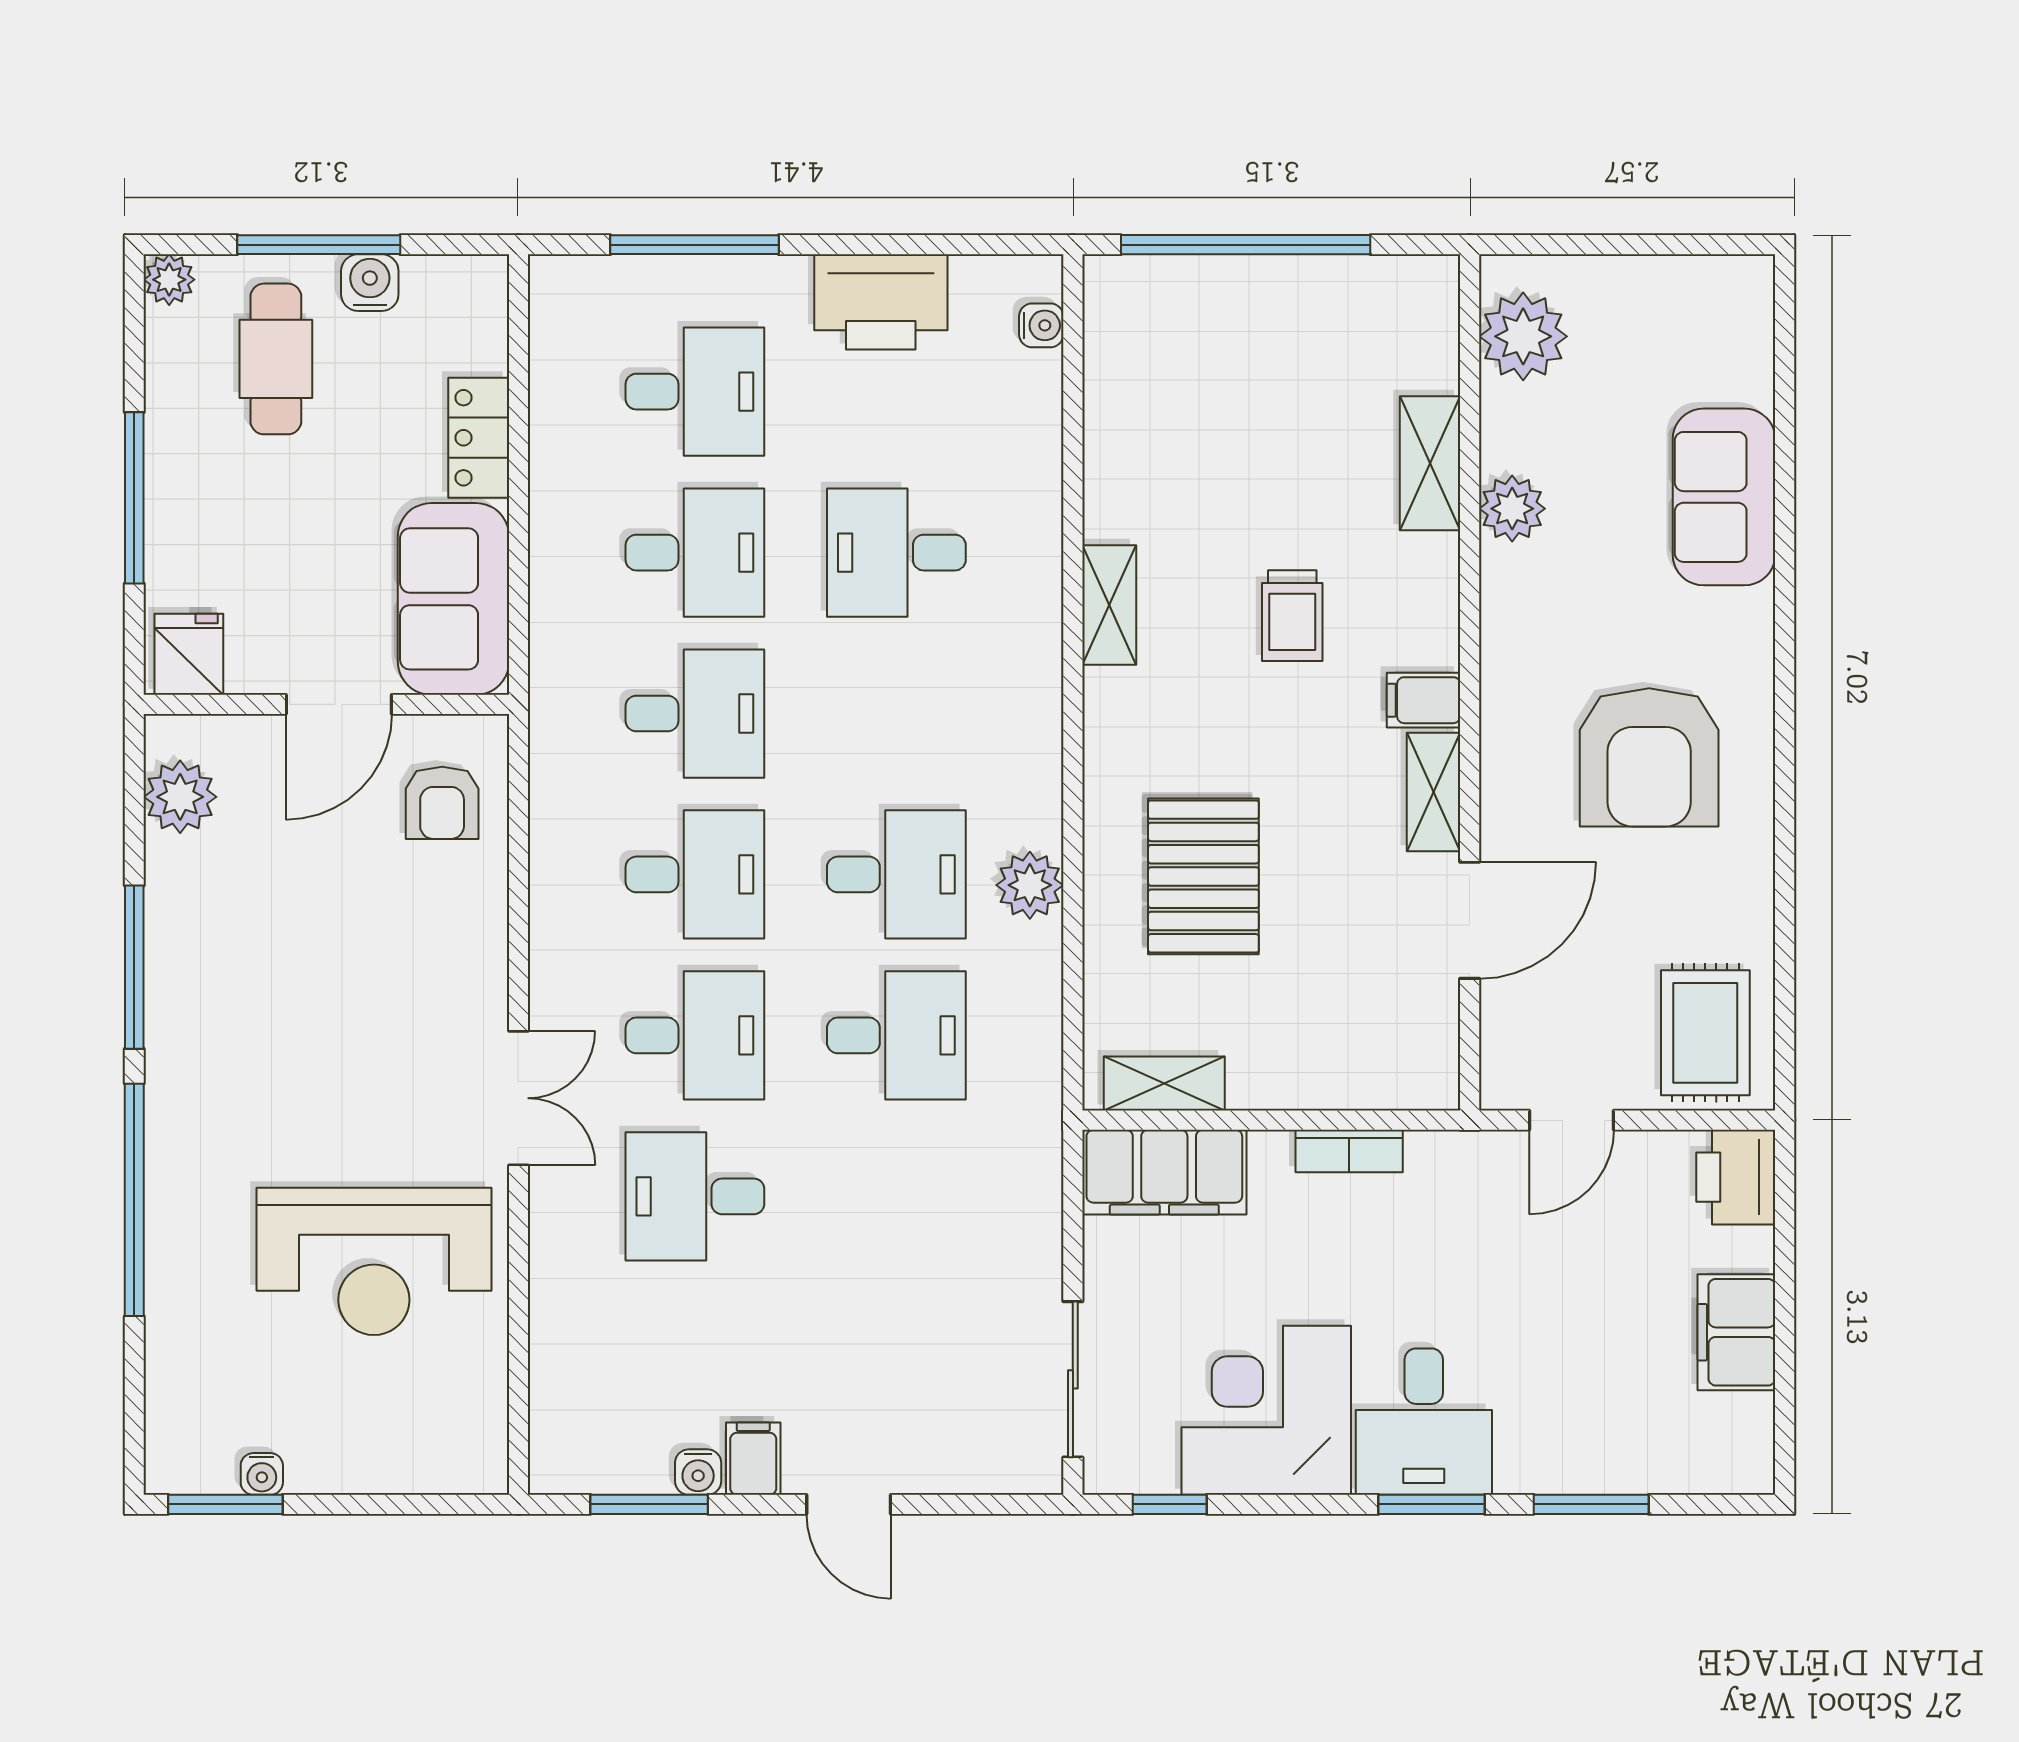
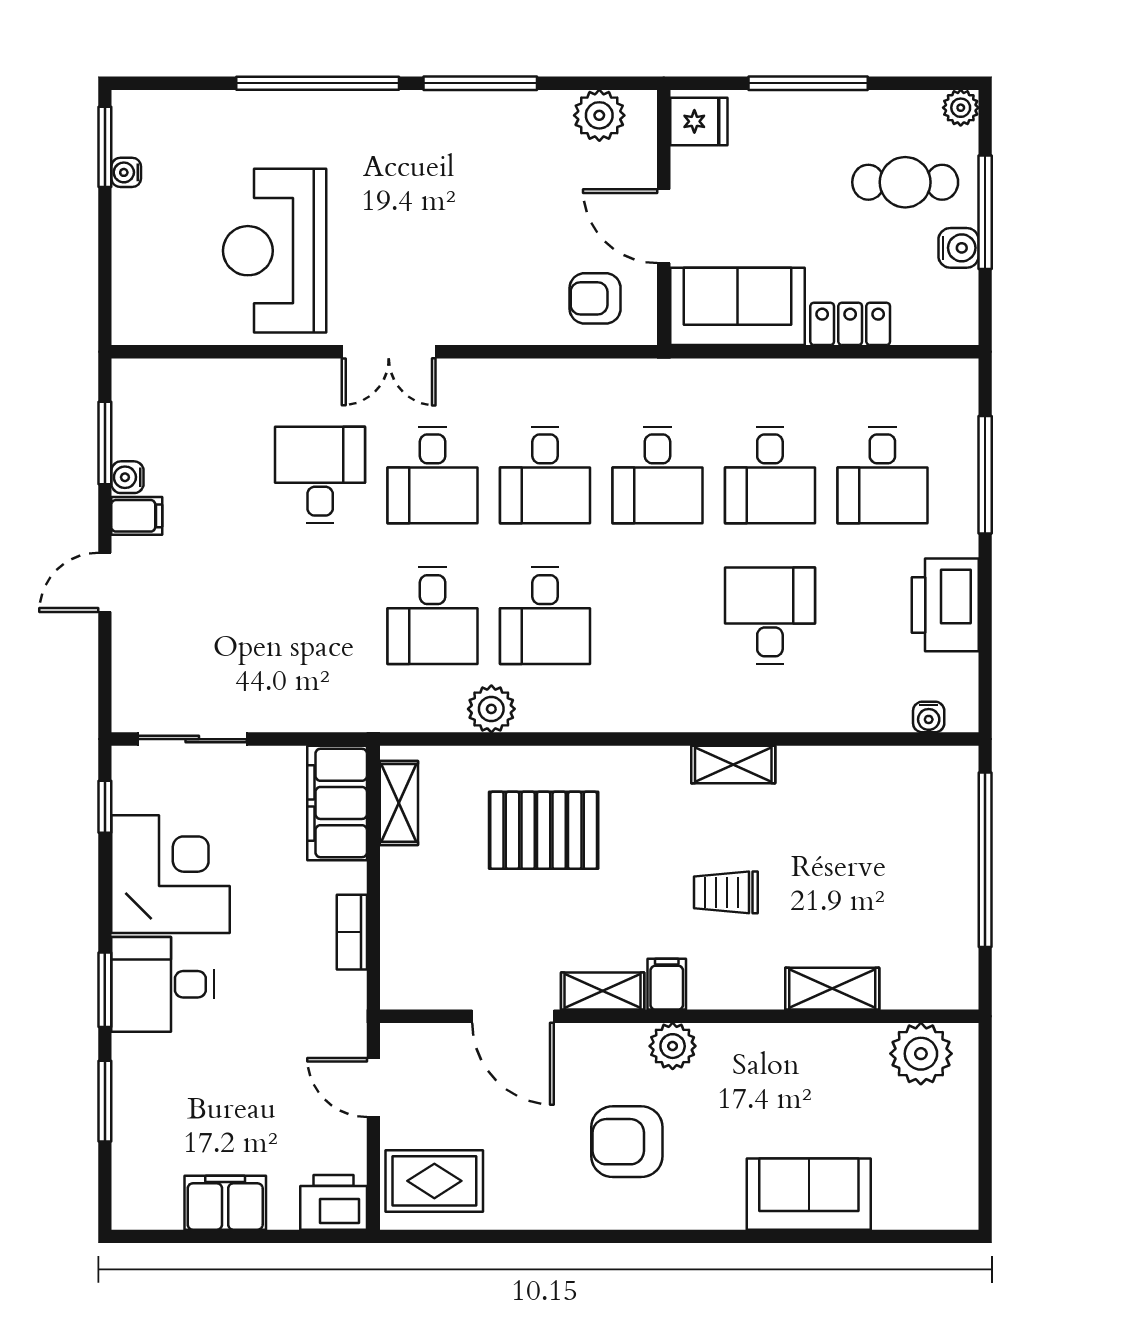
plant: (1512, 509) -> (673, 1046), moved
armchair: (1649, 757) -> (627, 1142), width x0.73, depth x0.73
plant: (1030, 885) -> (491, 709), moved

